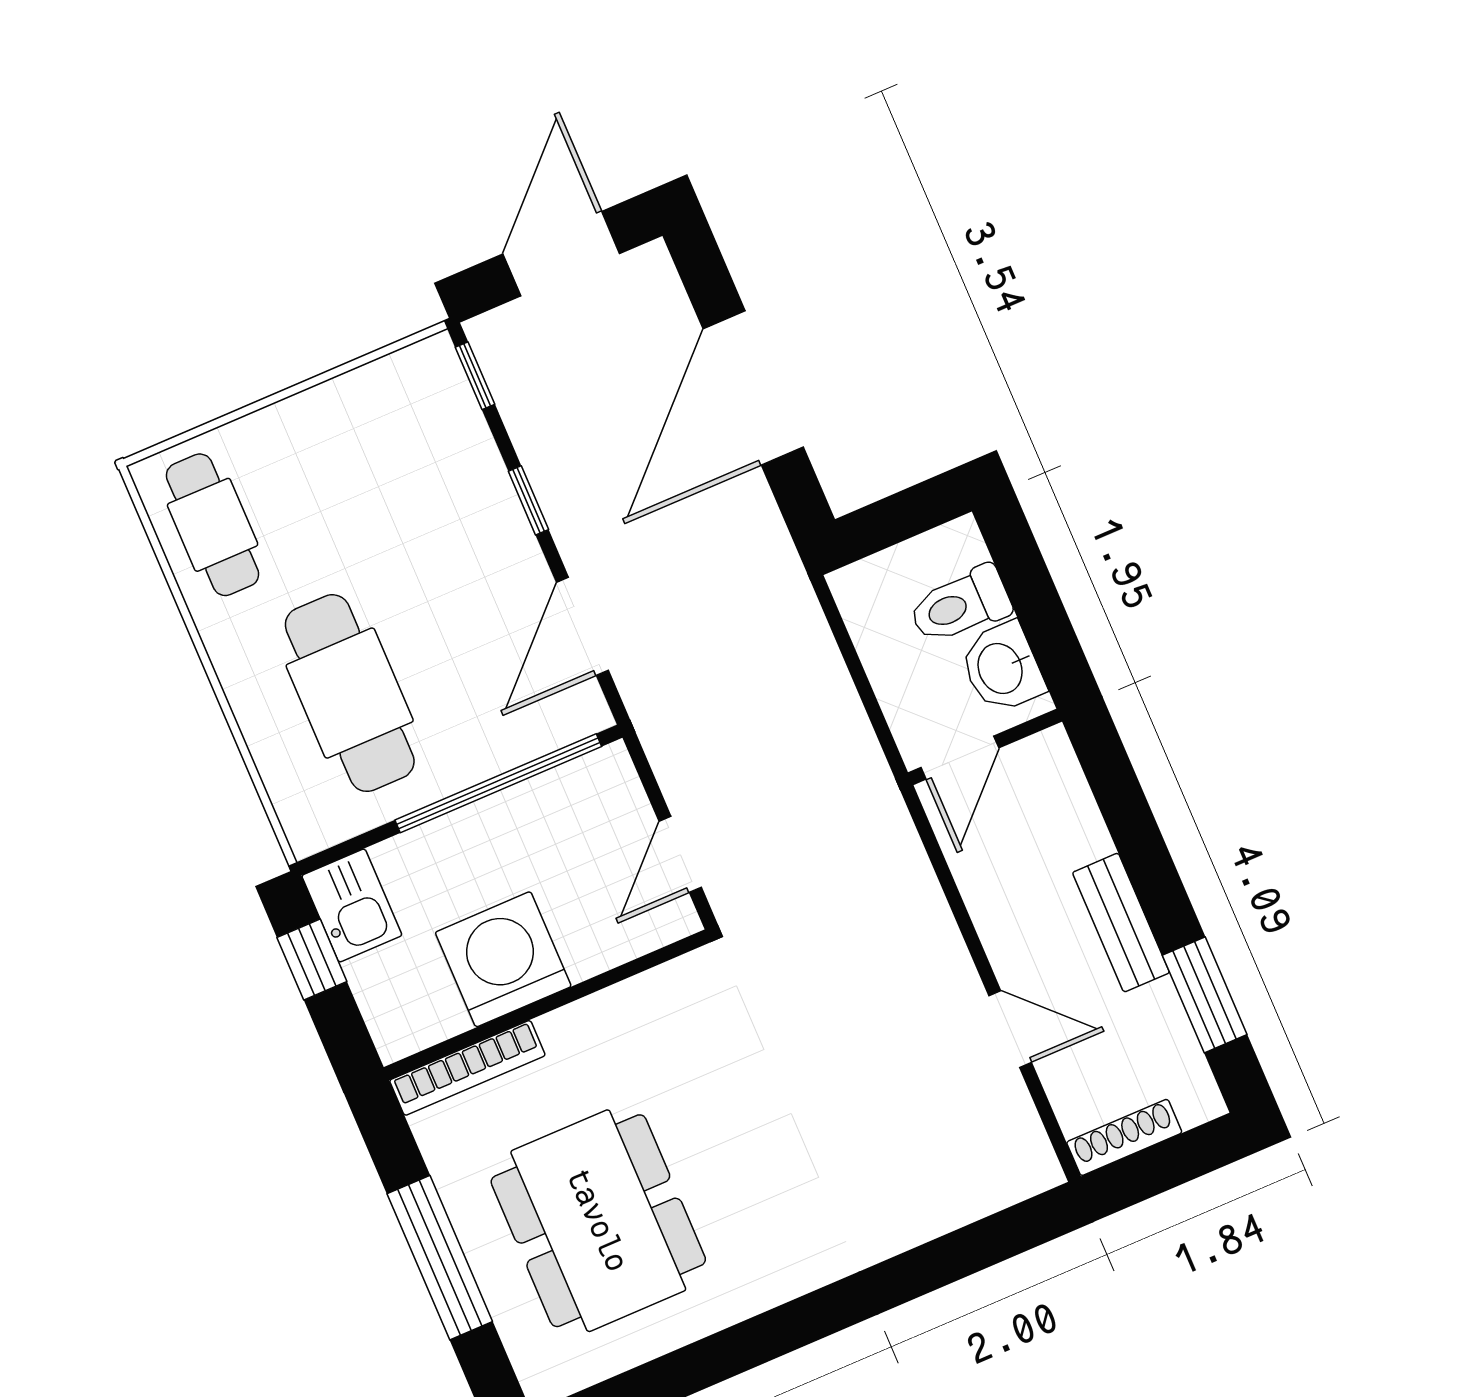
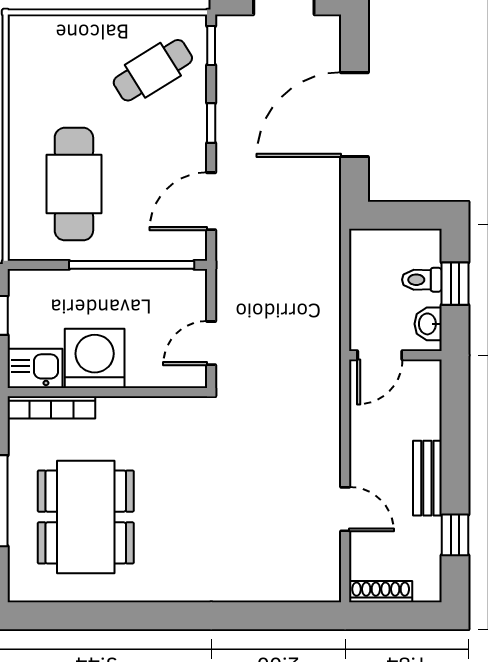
cafe table: (213, 525) -> (153, 70), moved, turned 58
window: (1031, 591) -> (455, 284), added
toilet: (960, 605) -> (422, 280), width x0.73, depth x0.72
washbasin: (1002, 668) -> (428, 324), width x0.72, depth x0.69
kitchen sink: (352, 905) -> (35, 368), moved, turned -90
window: (1205, 995) -> (455, 535), width x0.67

